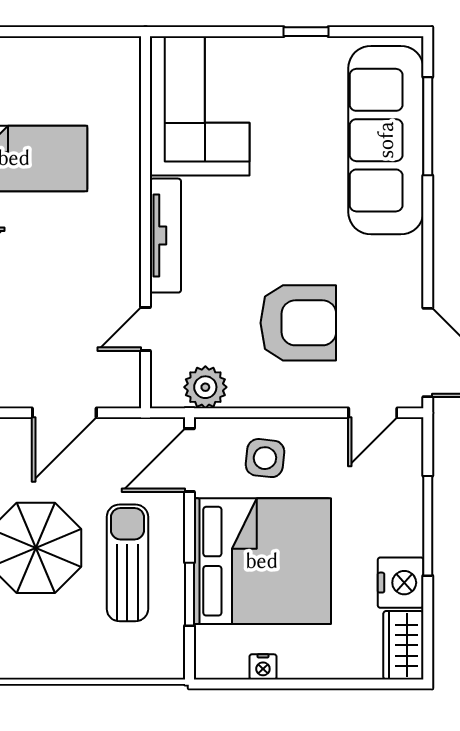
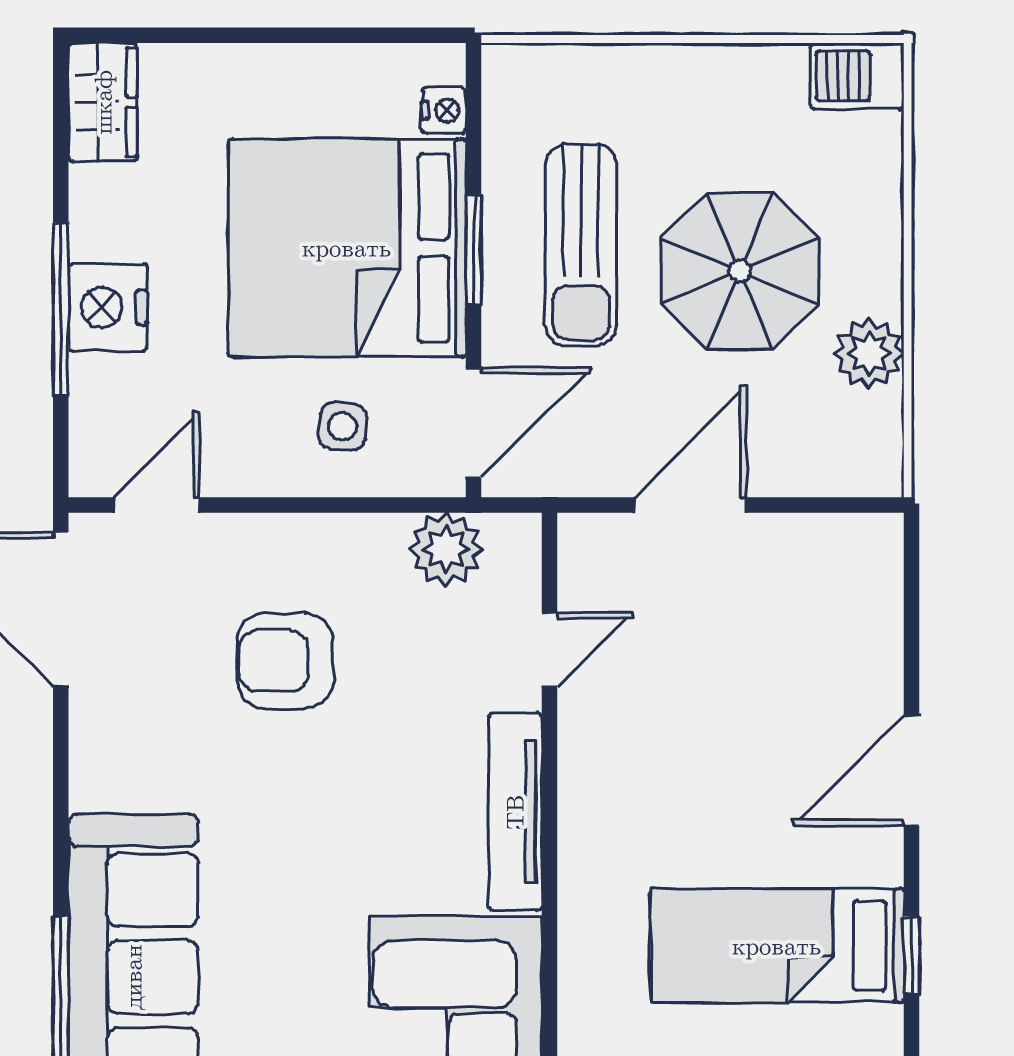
armchair: (298, 323) -> (285, 661), width x0.73, depth x0.73
side table: (265, 458) -> (343, 426), width x0.73, depth x0.73
nightstand: (401, 583) -> (108, 307), moved
window: (189, 594) -> (473, 250), moved
nightstand: (263, 667) -> (444, 110), moved, turned 90

